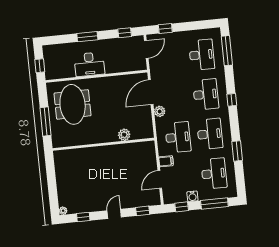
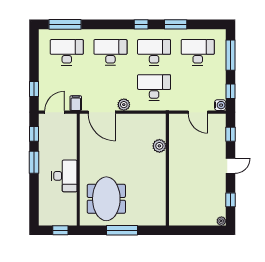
window: (87, 37) -> (34, 162), moved
door: (146, 49) -> (55, 112), hinge flipped
window: (232, 100) -> (141, 24), moved
meeting table: (73, 104) -> (106, 199), turned 90
plant: (124, 135) -> (159, 146), moved
wall: (103, 144) -> (167, 170), moved
filing cabinet: (166, 161) -> (76, 103), moved
water cooler: (192, 196) -> (220, 105), moved
door: (114, 214) -> (230, 166), swing flipped

